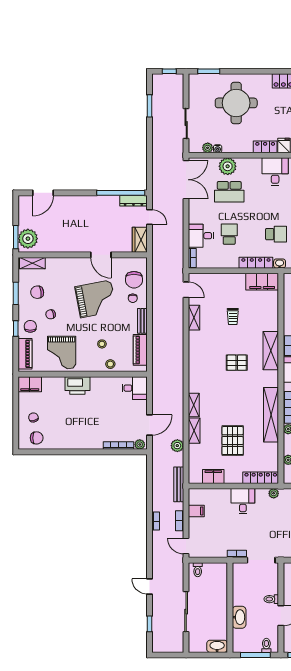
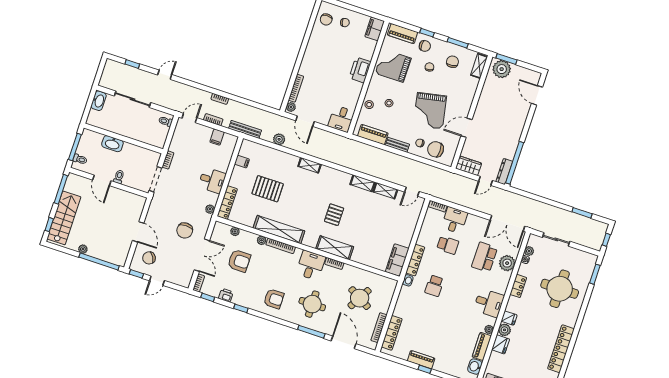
locker: (265, 147) -> (518, 286), moved
trolley: (233, 316) -> (375, 225), removed
shelving: (194, 431) -> (363, 183), moved
filing cabinet: (213, 477) -> (242, 162), width x0.50
washbasin: (217, 646) -> (99, 101), moved

